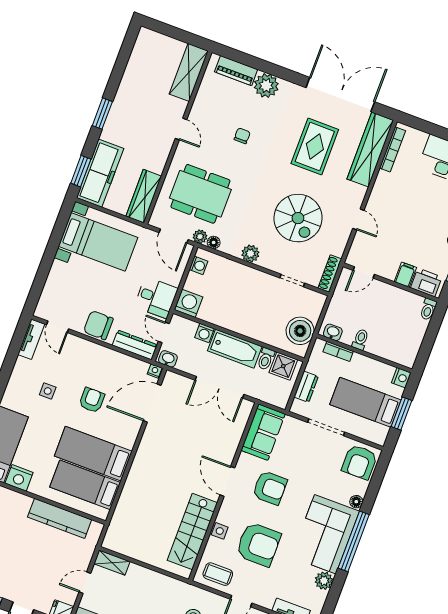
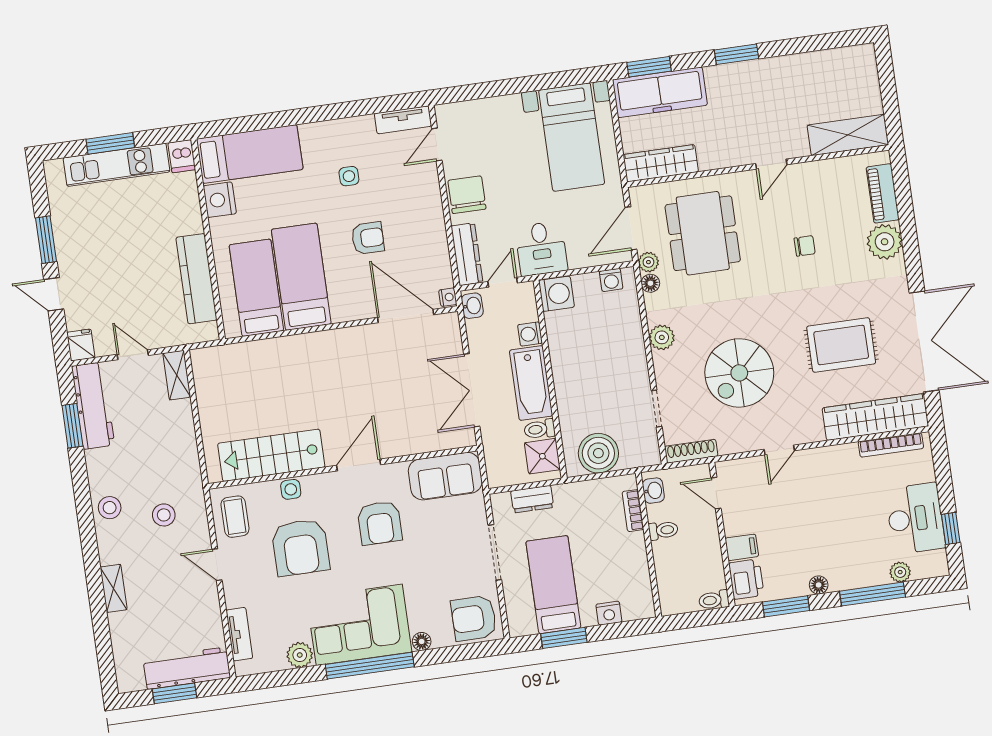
washbasin: (333, 332) -> (653, 491), moved
toilet: (360, 339) -> (663, 530), moved
bookcase: (338, 351) -> (633, 511), moved
wall: (364, 353) -> (649, 545), moved

